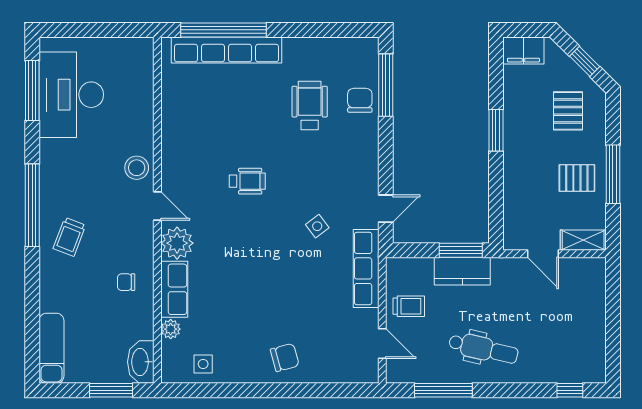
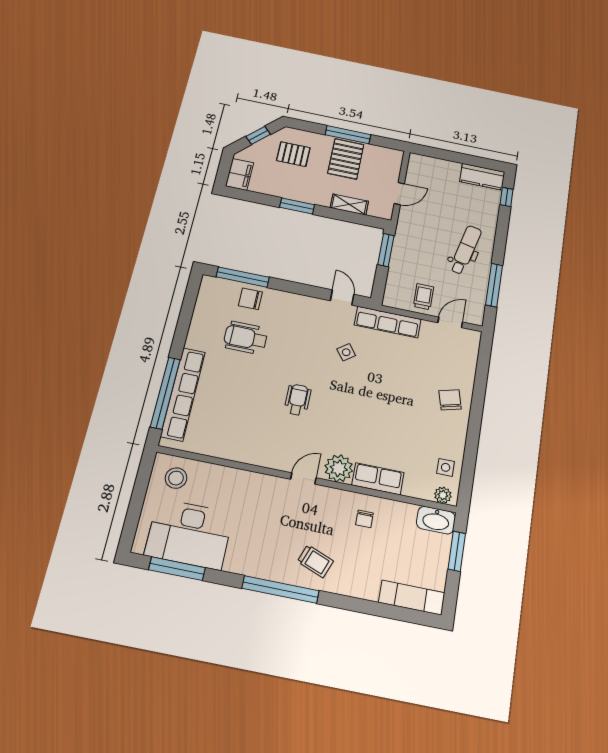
stool: (137, 168) -> (176, 478), moved
pallet: (577, 178) -> (346, 159), width x1.50, depth x1.42
shelving: (583, 240) -> (349, 204), moved, turned 90
kitchen counter: (462, 271) -> (482, 177), moved, turned 90
plant: (171, 329) -> (443, 495), moved

